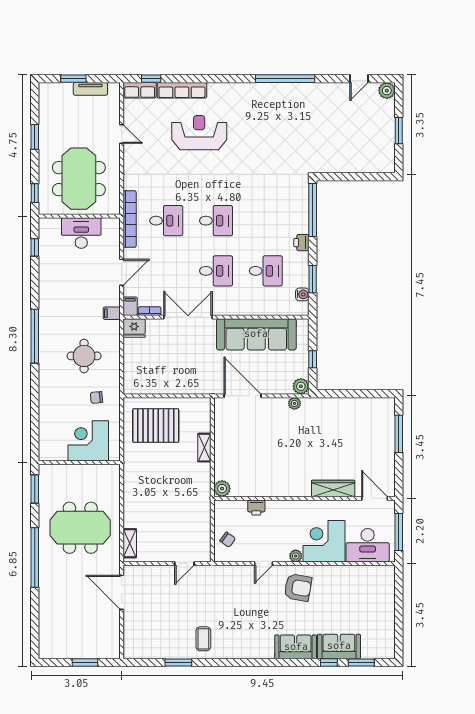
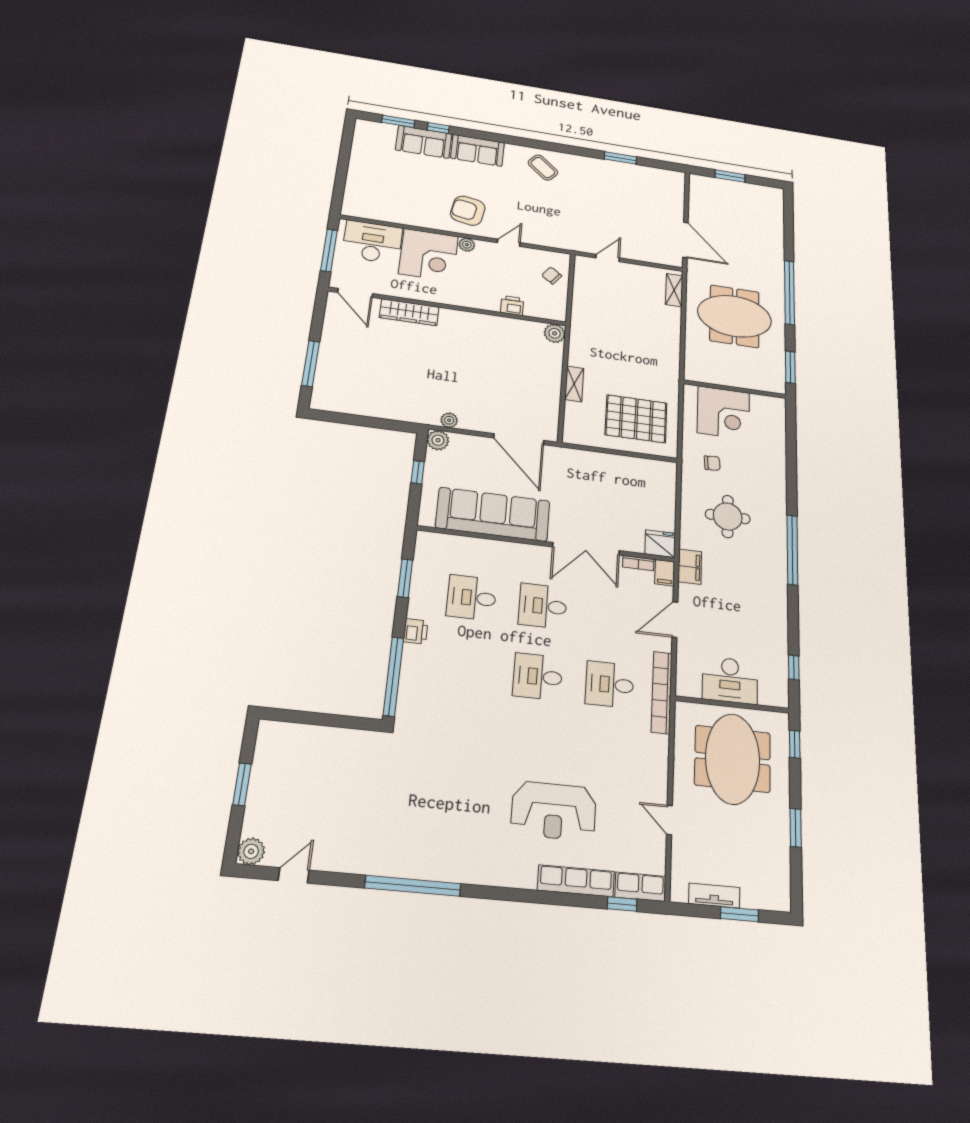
water cooler: (302, 294) -> (422, 559), removed
filing cabinet: (112, 313) -> (690, 567), width x2.00
coffee table: (203, 639) -> (543, 168), moved, turned -49

